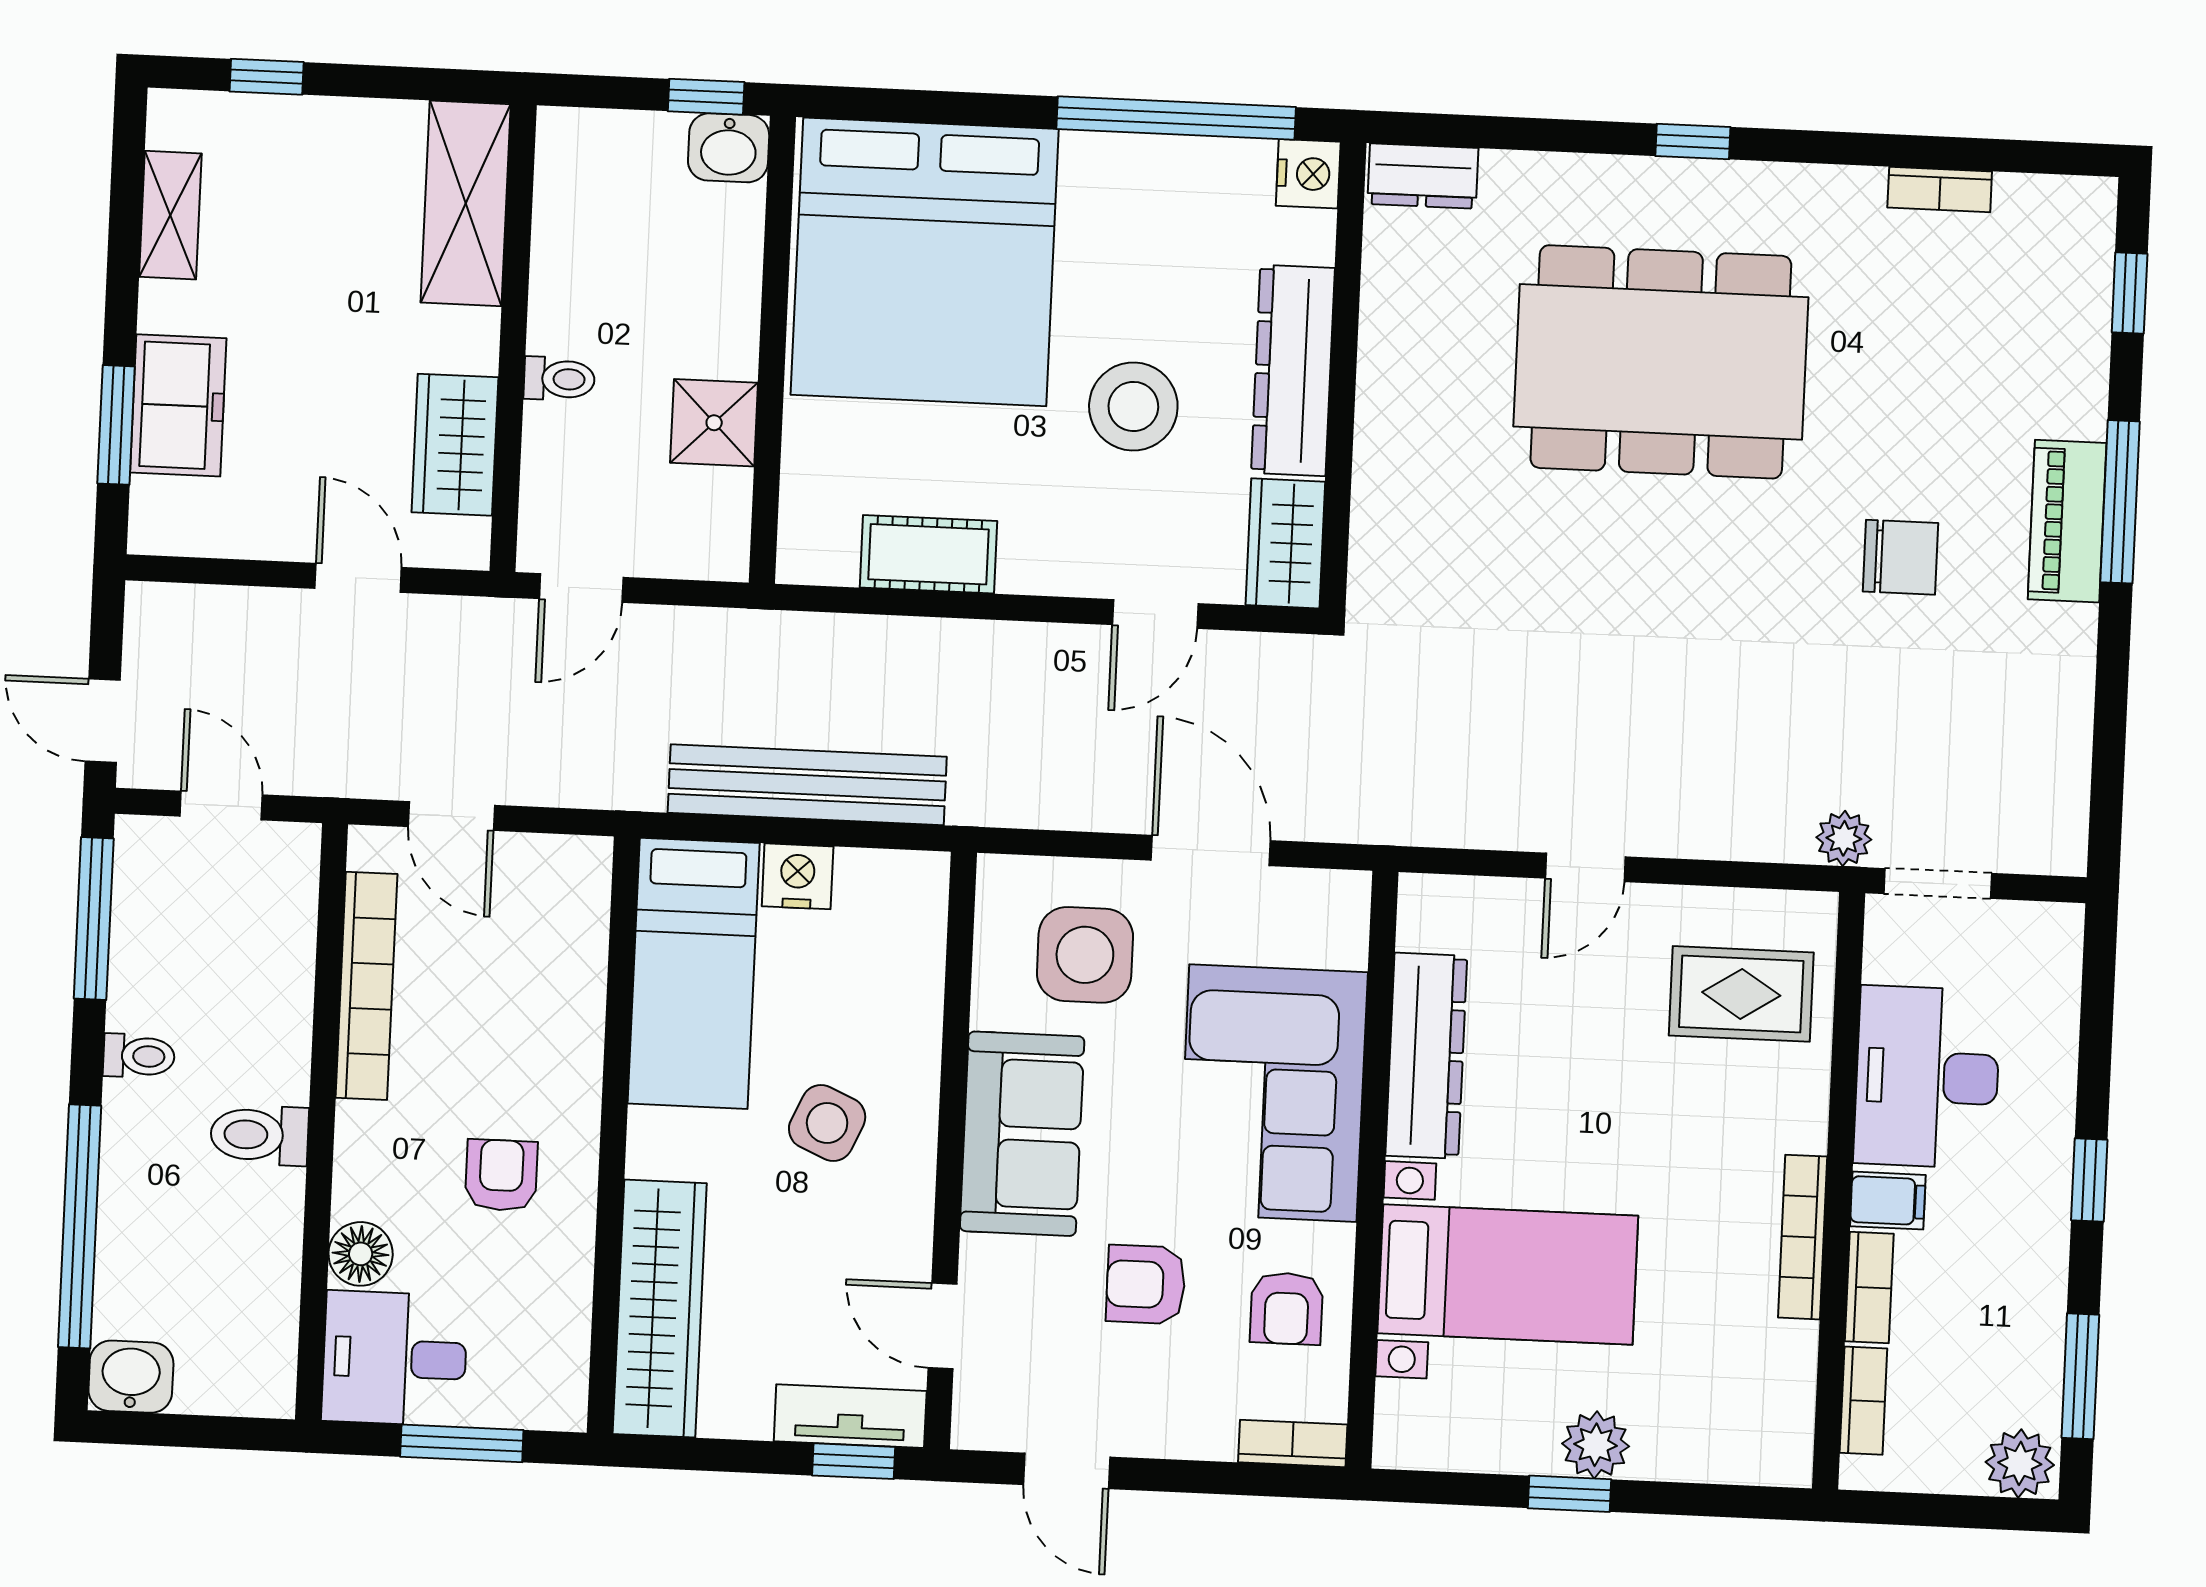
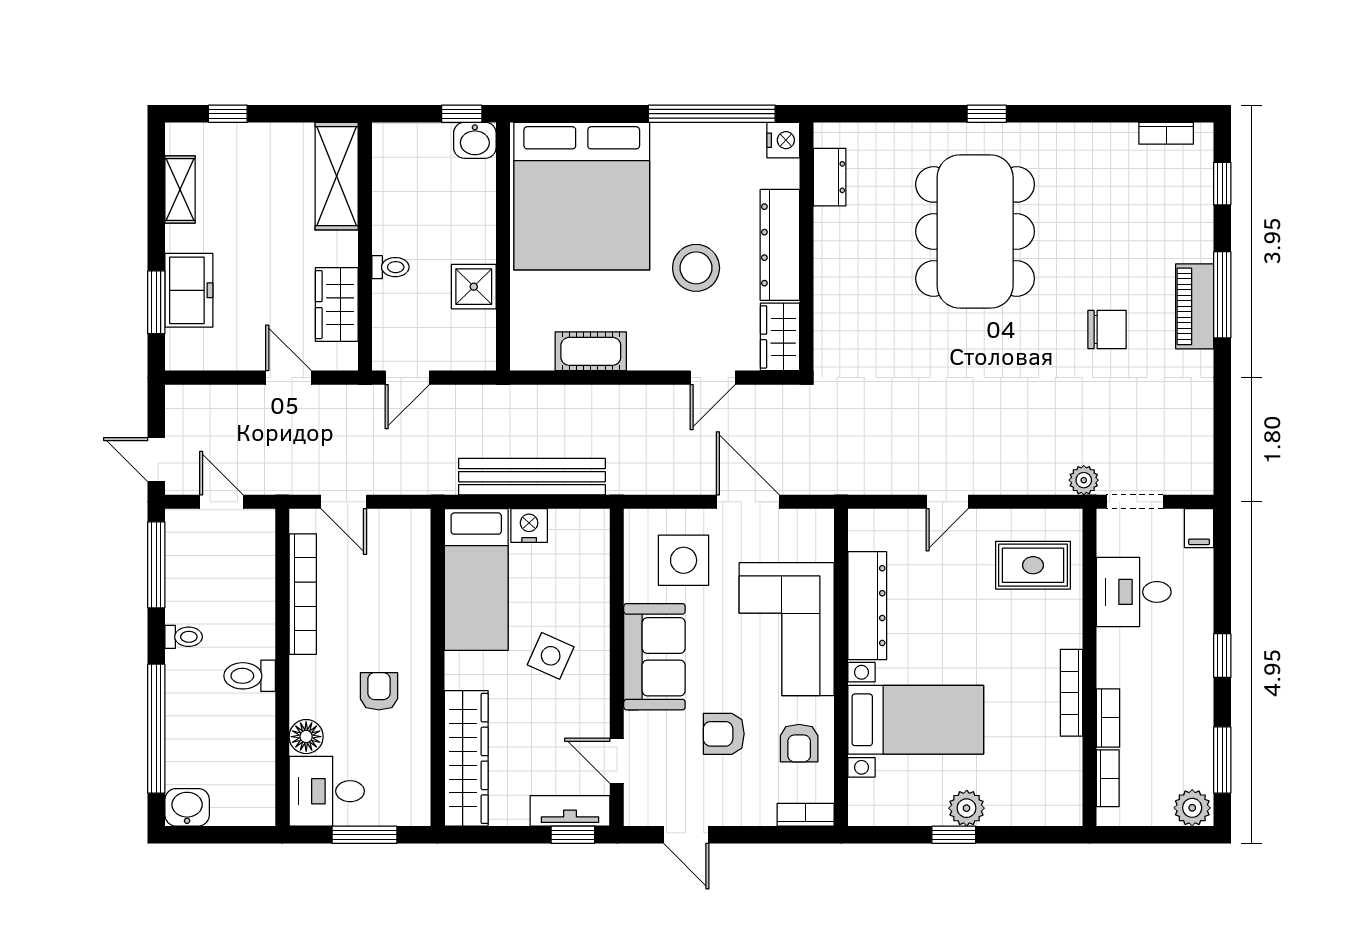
dresser: (1423, 176) -> (830, 177), moved, turned -90
bookcase: (1940, 190) -> (1166, 133), moved
dining table: (1661, 362) -> (975, 231), turned 90
desk: (1927, 1077) -> (1134, 592), width x0.73
filing cabinet: (1888, 1201) -> (1199, 528), moved, turned 90

